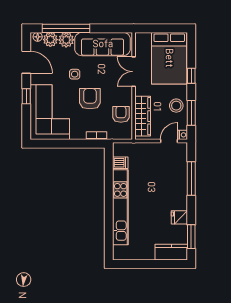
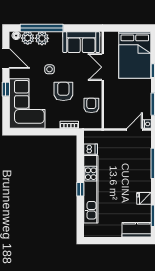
sofa: (103, 44) -> (81, 42), width x0.73
stool: (176, 106) -> (141, 98), removed
wardrobe: (143, 116) -> (111, 107), removed
window: (109, 207) -> (80, 189), added

